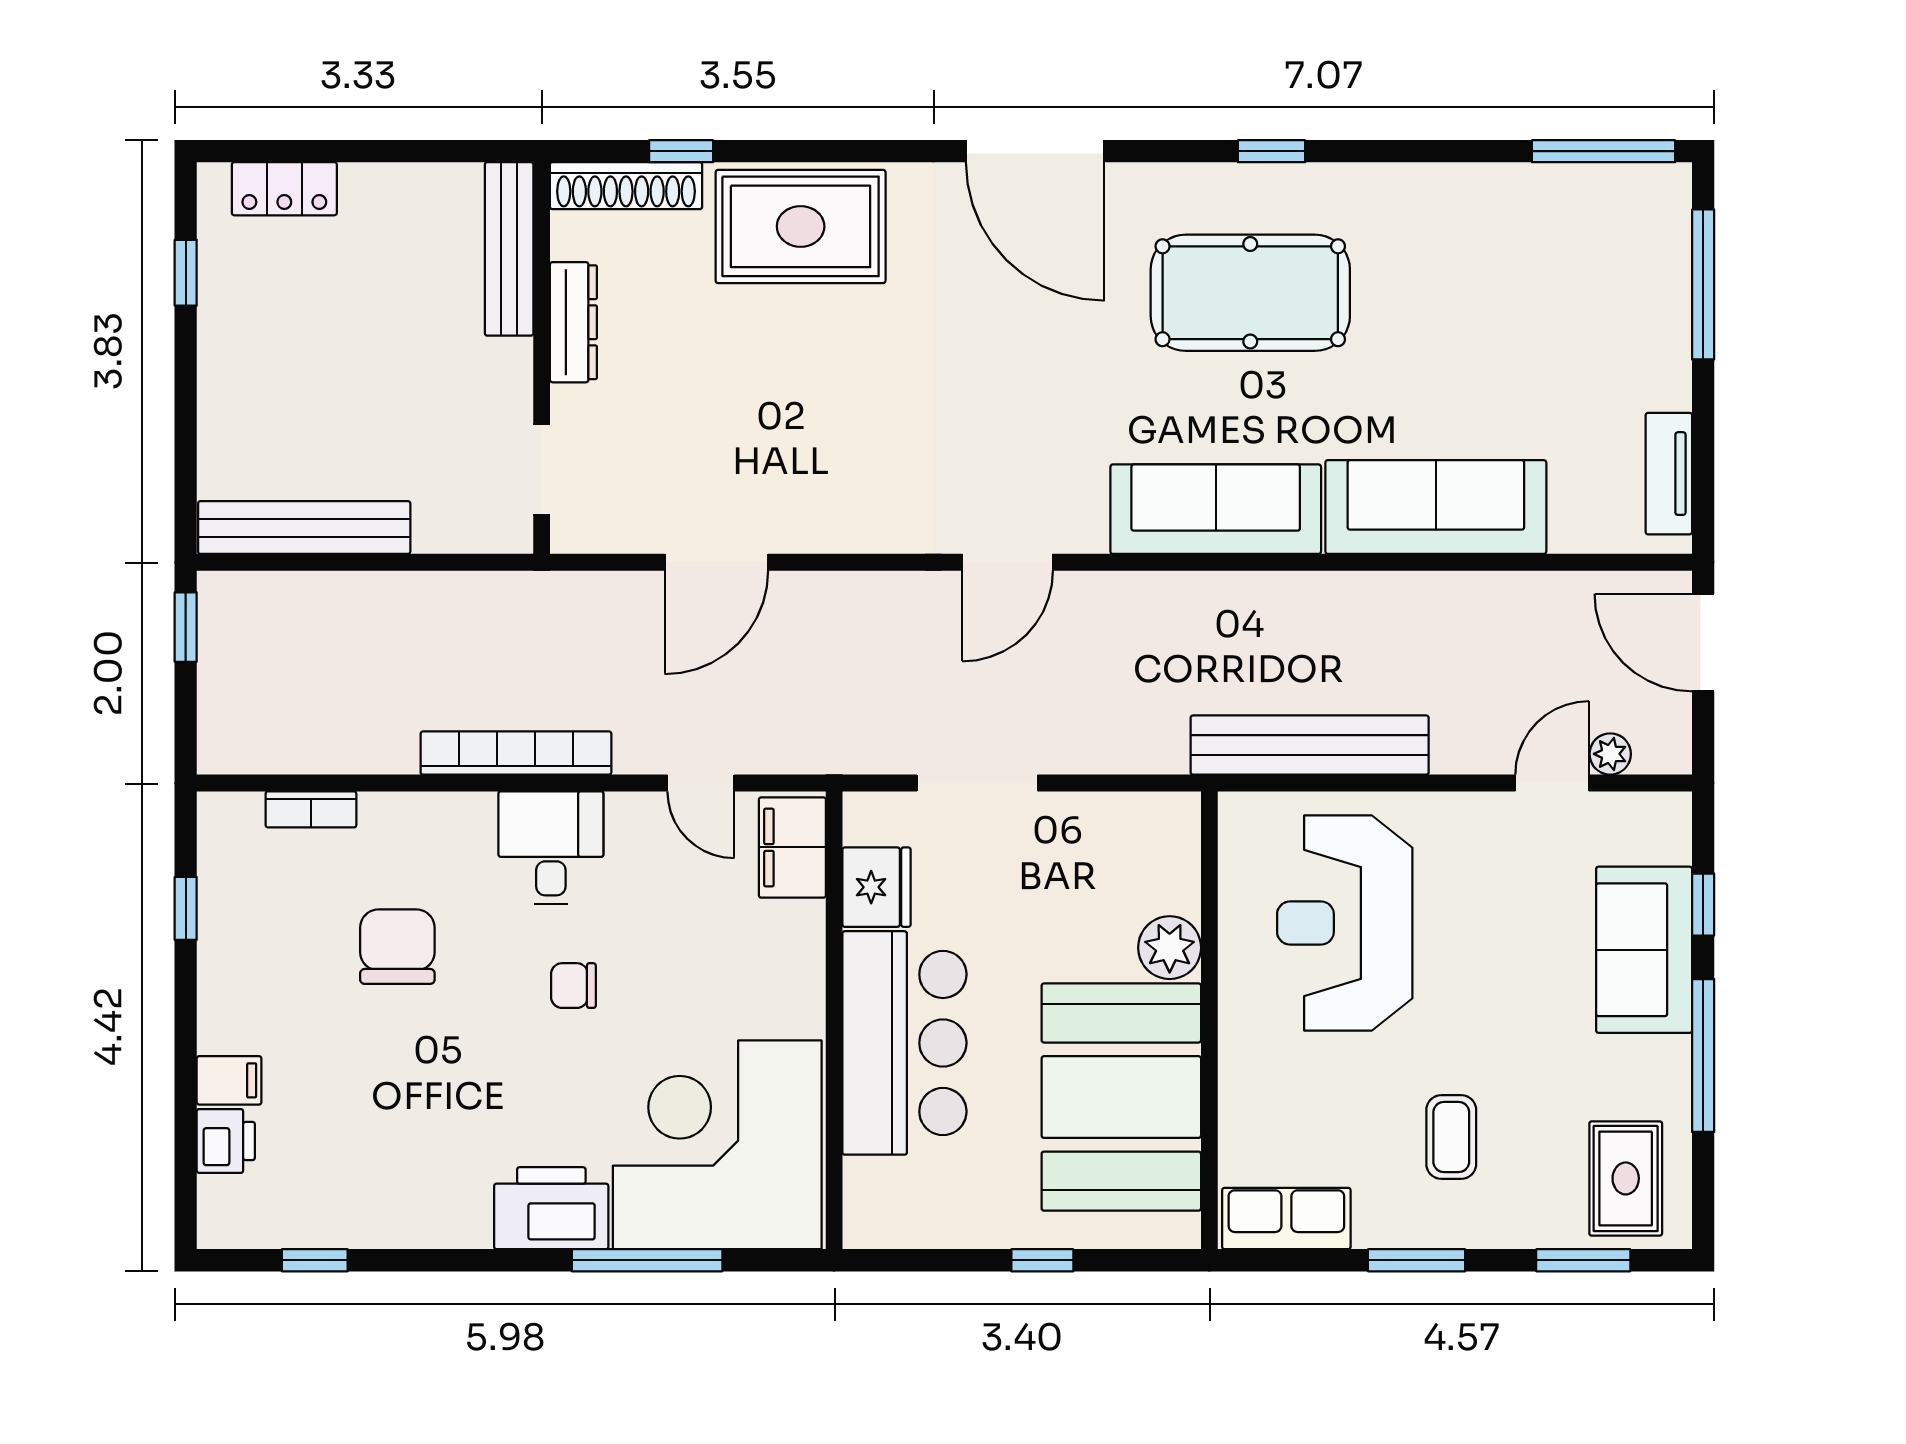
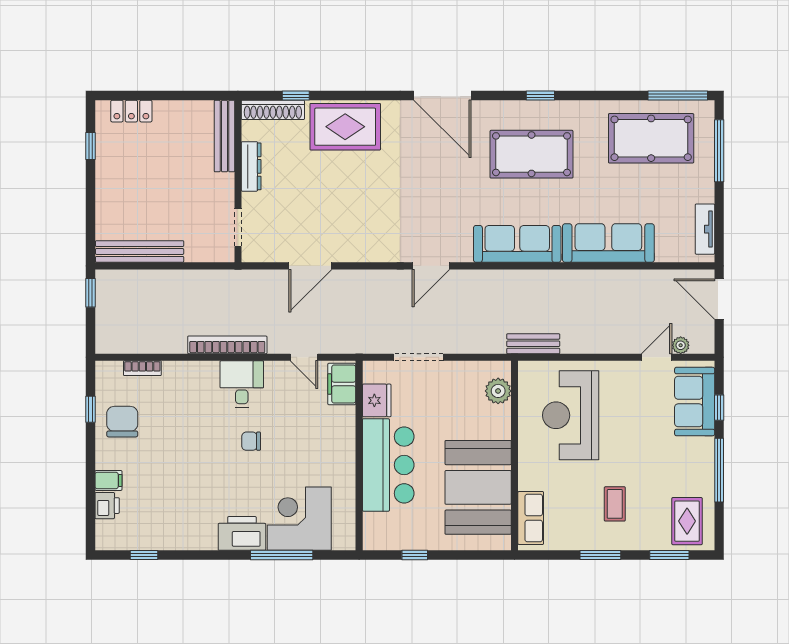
pool table: (1539, 254) -> (651, 138), added
bench: (1310, 745) -> (533, 344), width x0.54, depth x0.82
chair: (397, 947) -> (122, 422), moved
plant: (1170, 948) -> (498, 391), moved
sofa: (1644, 950) -> (695, 402), moved
corner desk: (717, 1145) -> (299, 519), width x0.74, depth x0.74
row of seats: (1286, 1219) -> (531, 518), moved, turned 90
window: (1042, 1260) -> (415, 555), moved

